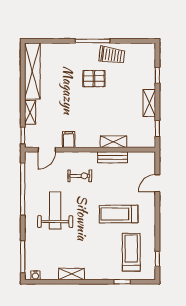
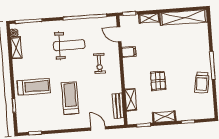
pallet: (94, 79) -> (158, 81), moved
shelving: (113, 142) -> (131, 100), moved
bench: (113, 157) -> (118, 106), moved
treadmill: (131, 252) -> (34, 87), moved
shelving: (71, 274) -> (16, 48), moved

